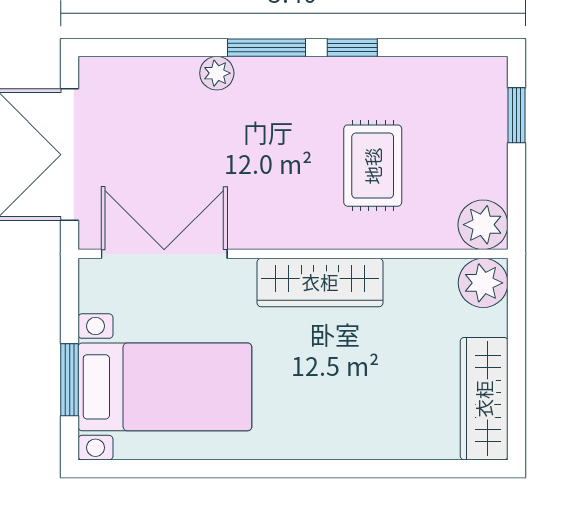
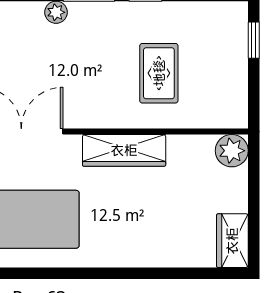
plant: (483, 225) -> (232, 112), removed
wardrobe: (484, 399) -> (232, 241), width x0.67

